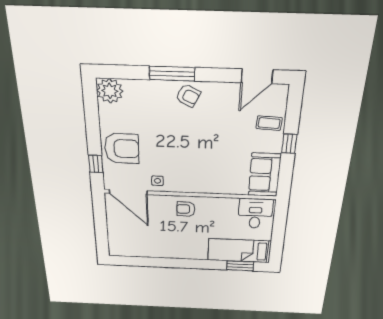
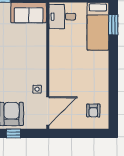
window: (96, 164) -> (13, 133), moved
armchair: (186, 209) -> (93, 111), moved

